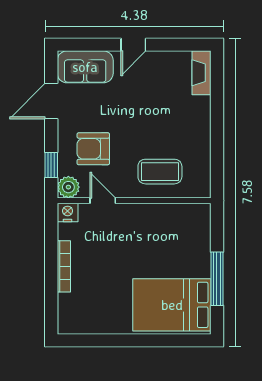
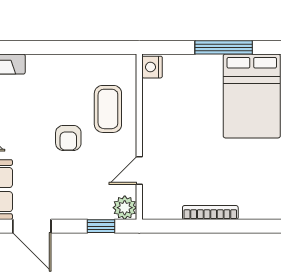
armchair: (93, 149) -> (68, 138), moved, width x0.72, depth x0.72
nightstand: (68, 212) -> (152, 67), moved

